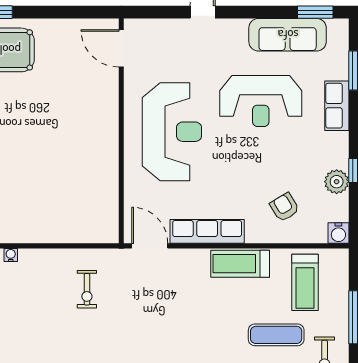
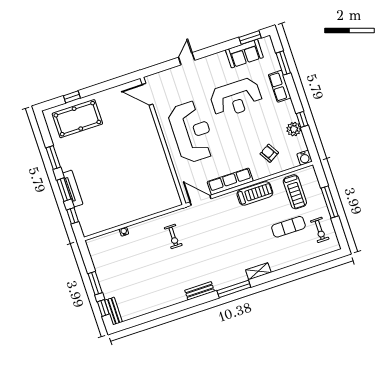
sofa: (288, 35) -> (244, 54), width x0.73
treadmill: (240, 264) -> (255, 193), turned 180

